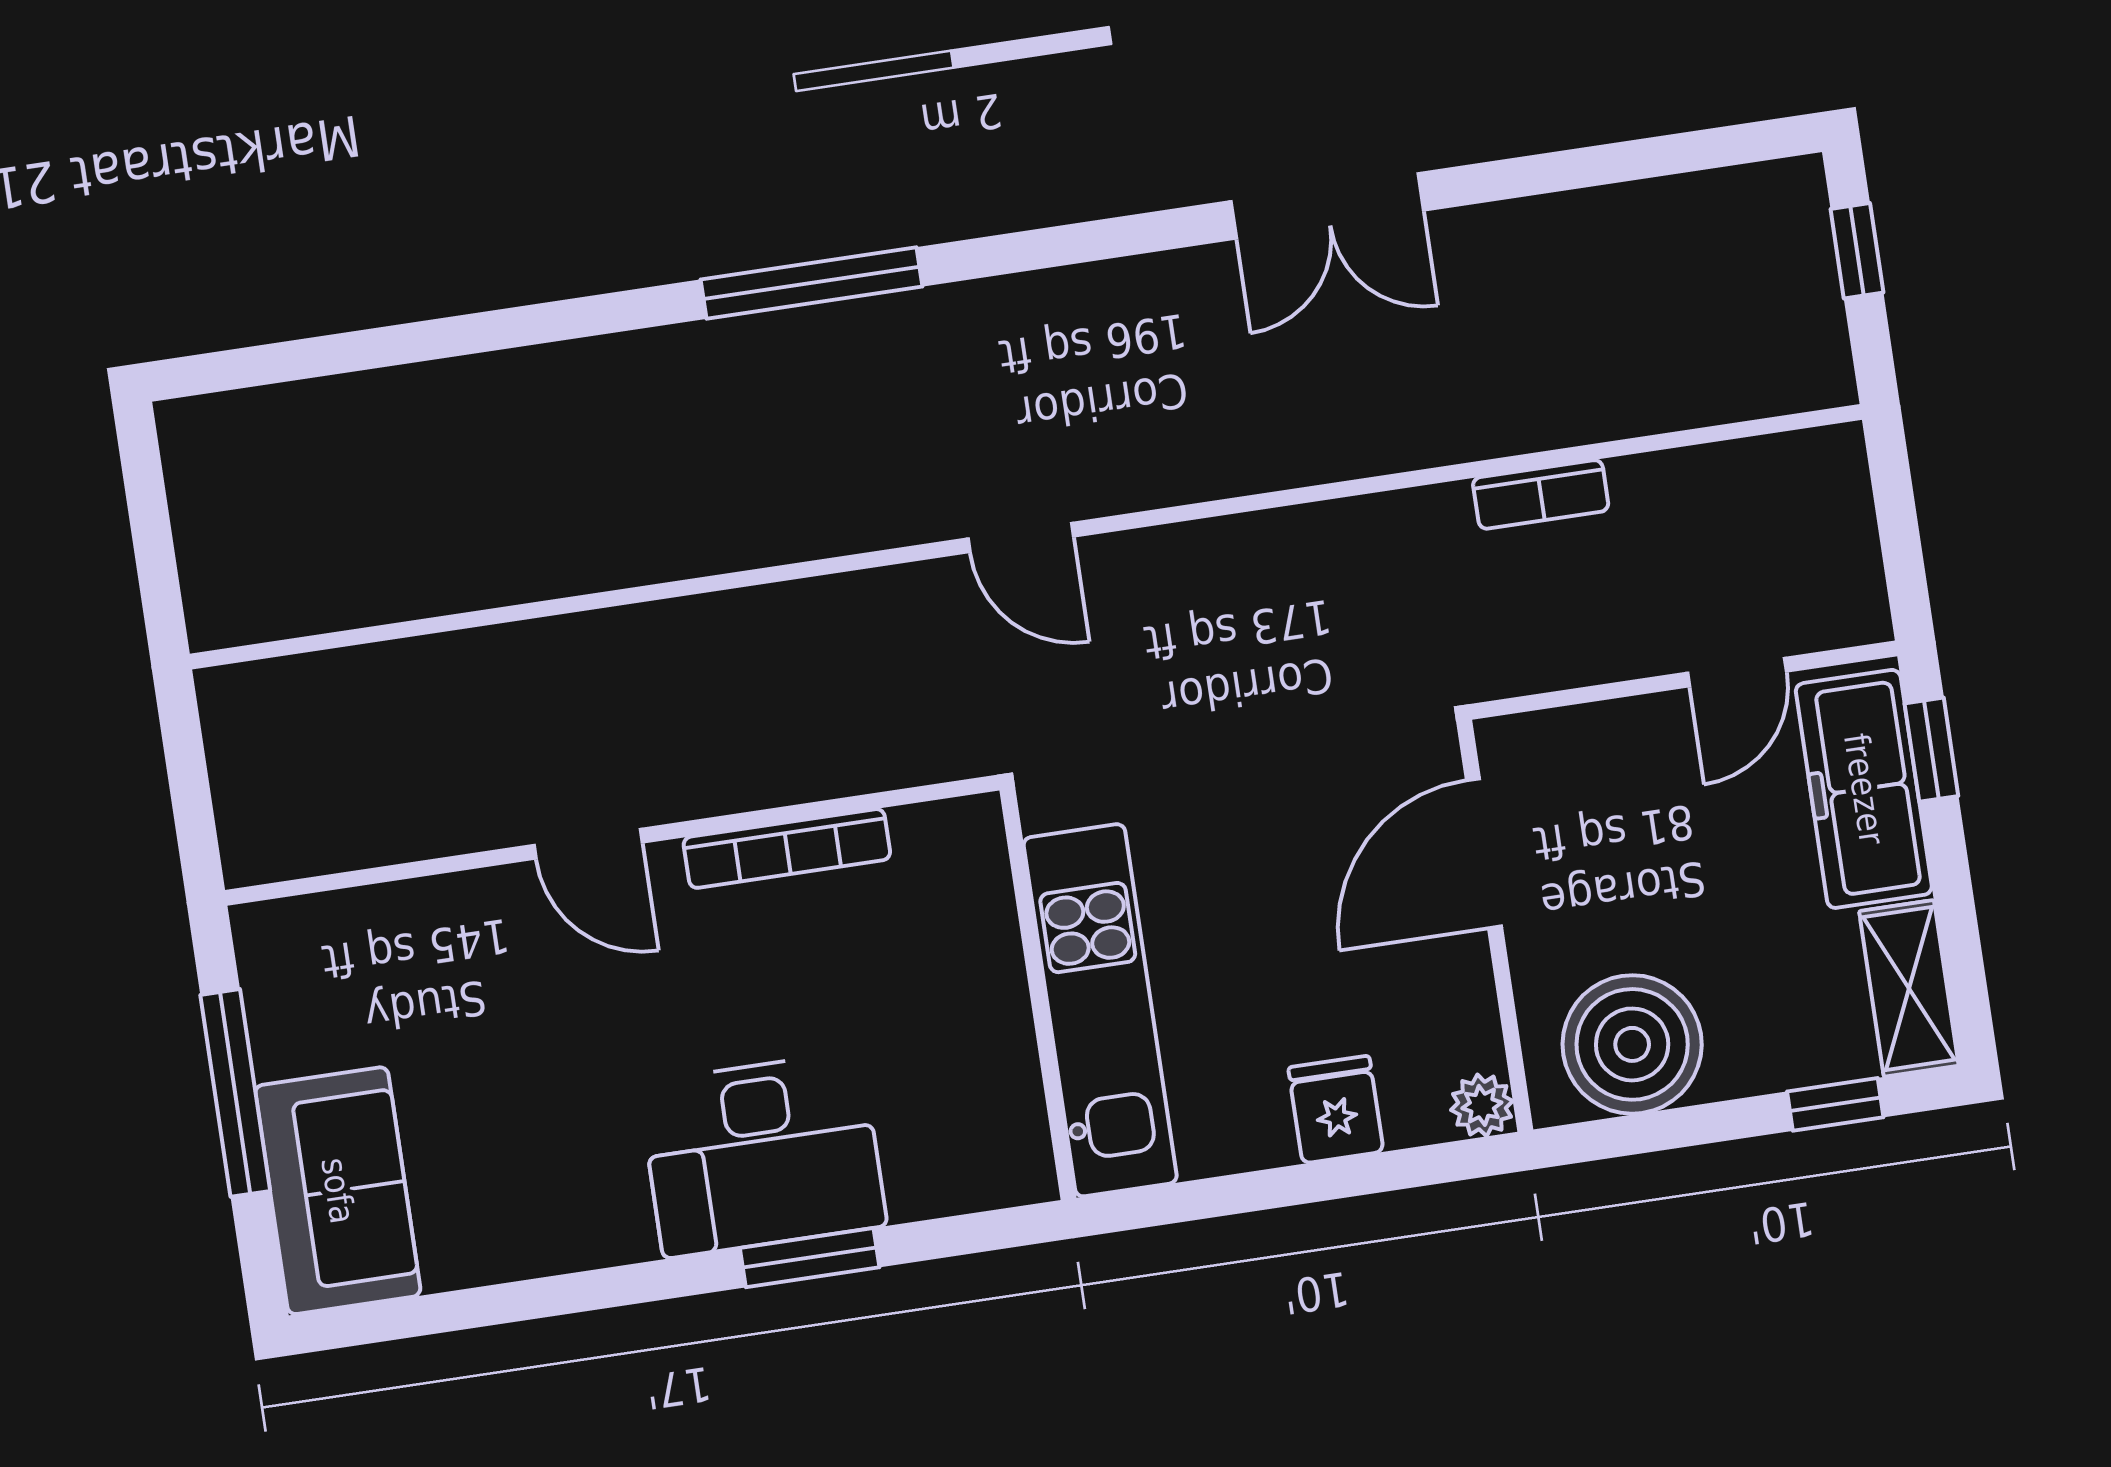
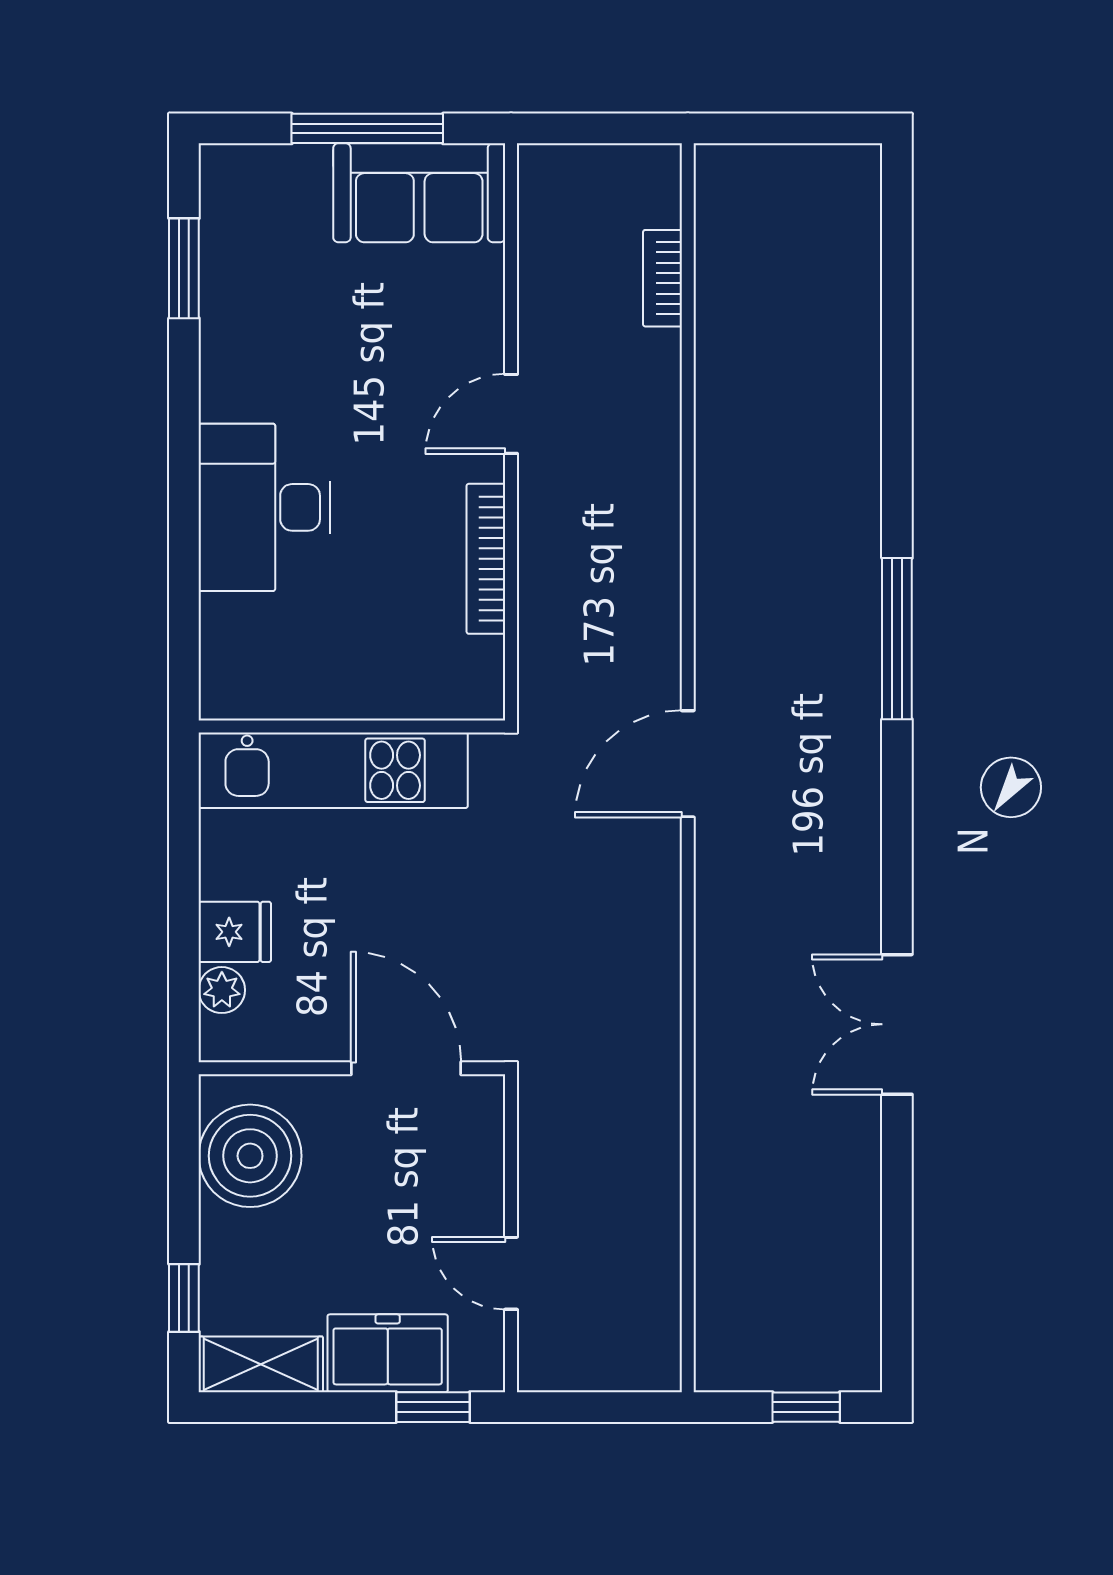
bookcase: (1541, 494) -> (662, 278), moved
door: (1021, 538) -> (688, 764), width x1.38
freezer: (1864, 789) -> (388, 1353), width x0.71
plant: (1482, 1105) -> (222, 990), moved
sofa: (338, 1191) -> (419, 193), moved
window: (810, 1258) -> (184, 268), moved

